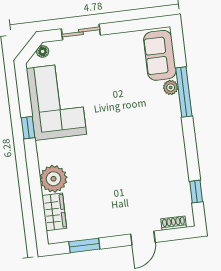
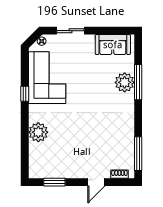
sofa: (160, 55) -> (113, 45), moved, turned -90
plant: (171, 87) -> (125, 82), width x1.88, depth x1.88
window: (196, 192) -> (138, 154), width x2.17
wardrobe: (54, 212) -> (36, 156), removed

